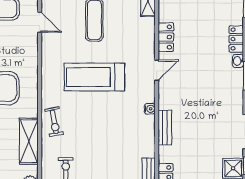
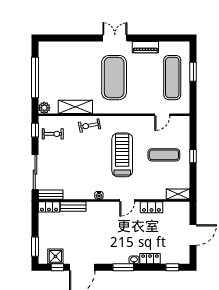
door: (157, 70) -> (127, 200), hinge flipped
bench: (165, 127) -> (73, 206), moved

